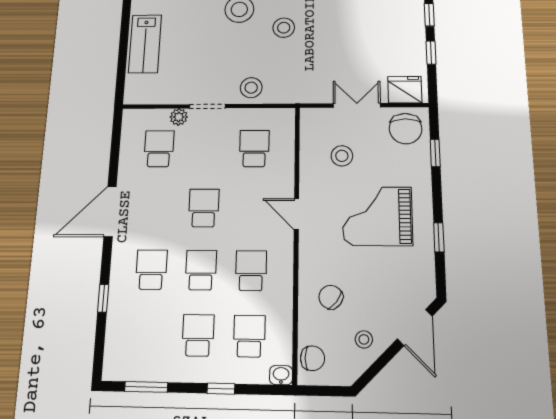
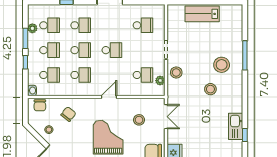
double door: (357, 105) -> (166, 117), moved
plant: (179, 117) -> (160, 81), moved
school desk: (147, 334) -> (50, 25), added
plant: (151, 372) -> (32, 28), added
window: (146, 387) -> (25, 38), moved

